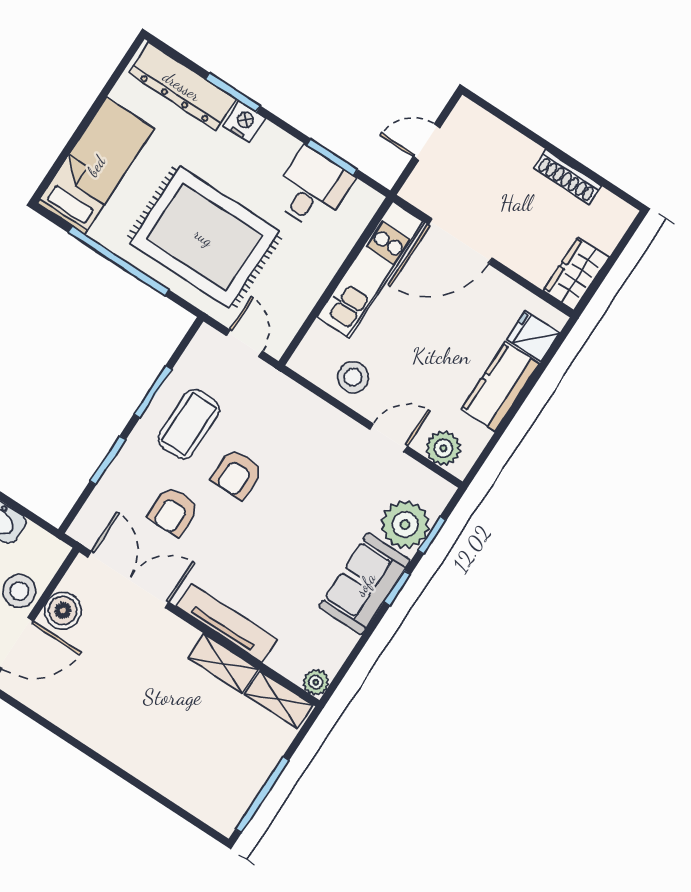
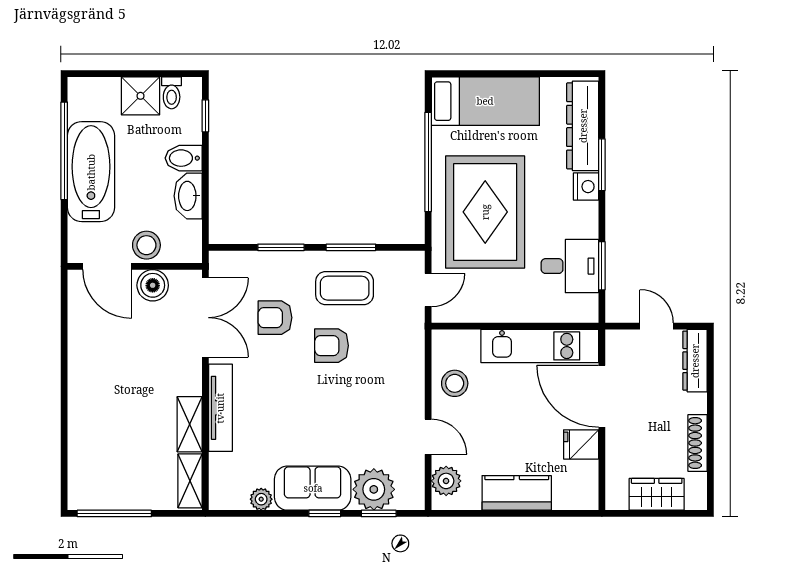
dresser: (485, 127) -> (695, 361), added
wardrobe: (576, 274) -> (657, 494), moved
fridge: (533, 336) -> (581, 444), moved, turned -90
plant: (316, 682) -> (261, 499), moved

